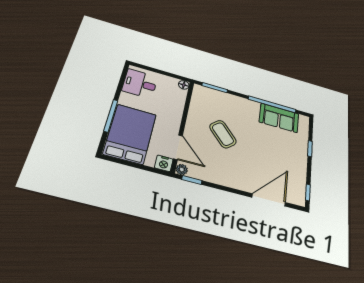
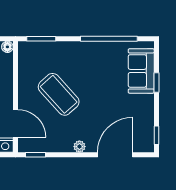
sofa: (279, 118) -> (141, 71), moved, turned 90
coffee table: (223, 134) -> (59, 94), width x1.36, depth x1.32
plant: (182, 170) -> (79, 147), moved

